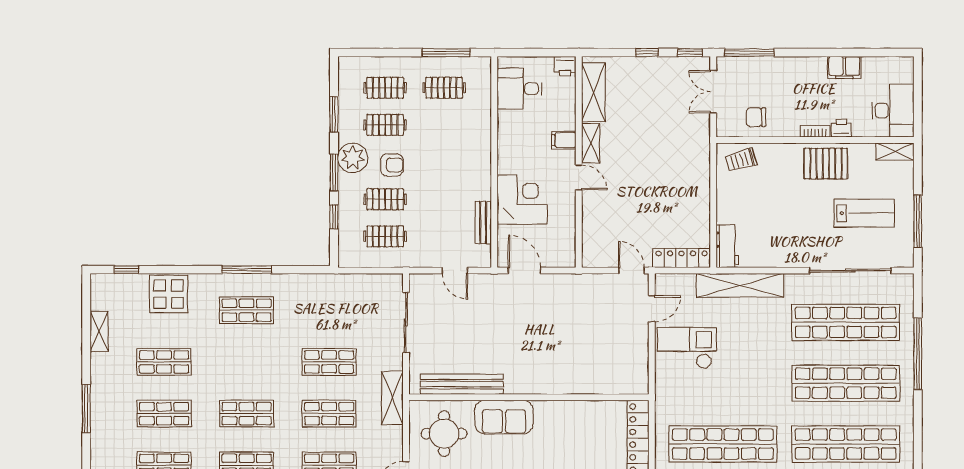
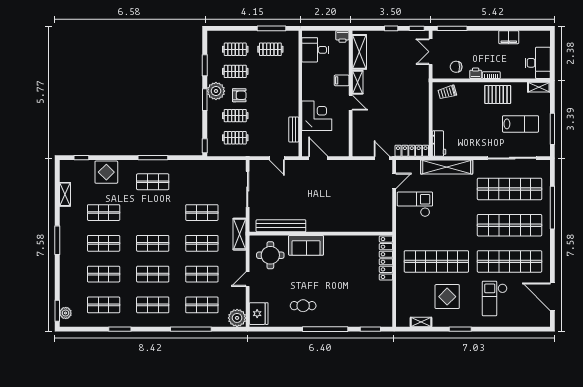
printer: (841, 128) -> (476, 73), moved
window: (334, 217) -> (205, 146), moved

